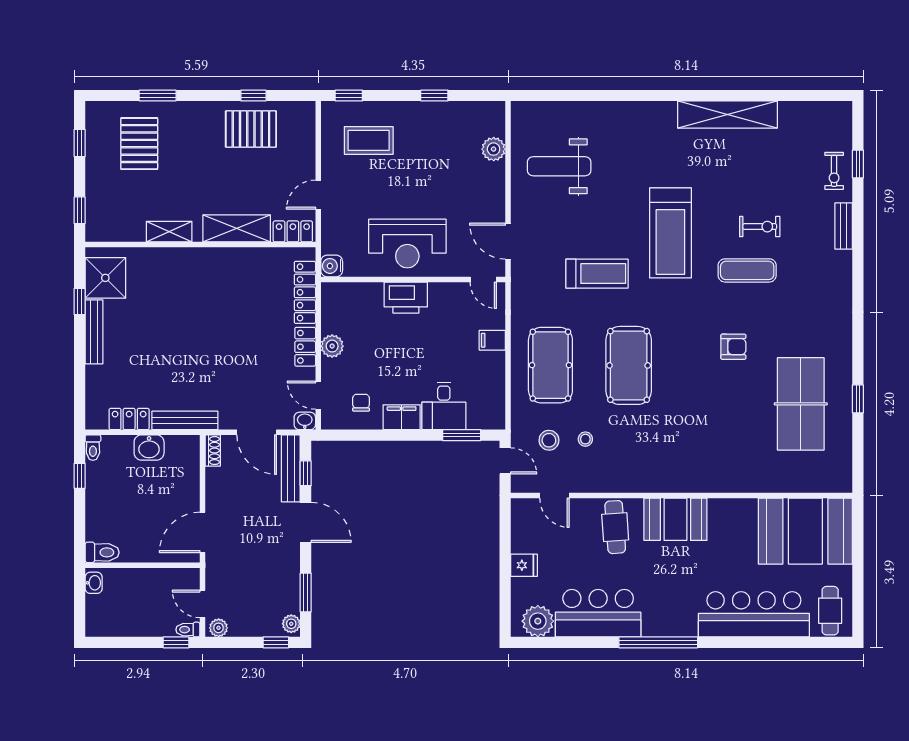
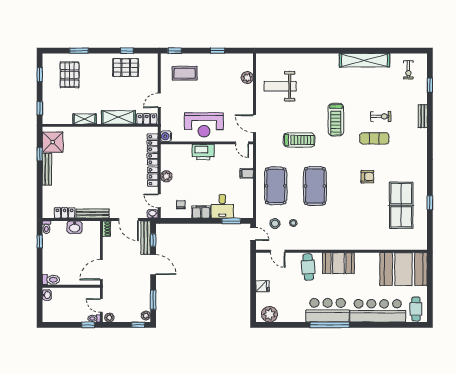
exercise bike: (834, 171) -> (408, 70), moved
treadmill: (670, 233) -> (336, 120), width x0.73, depth x0.73
bar counter: (598, 613) -> (328, 310), moved

